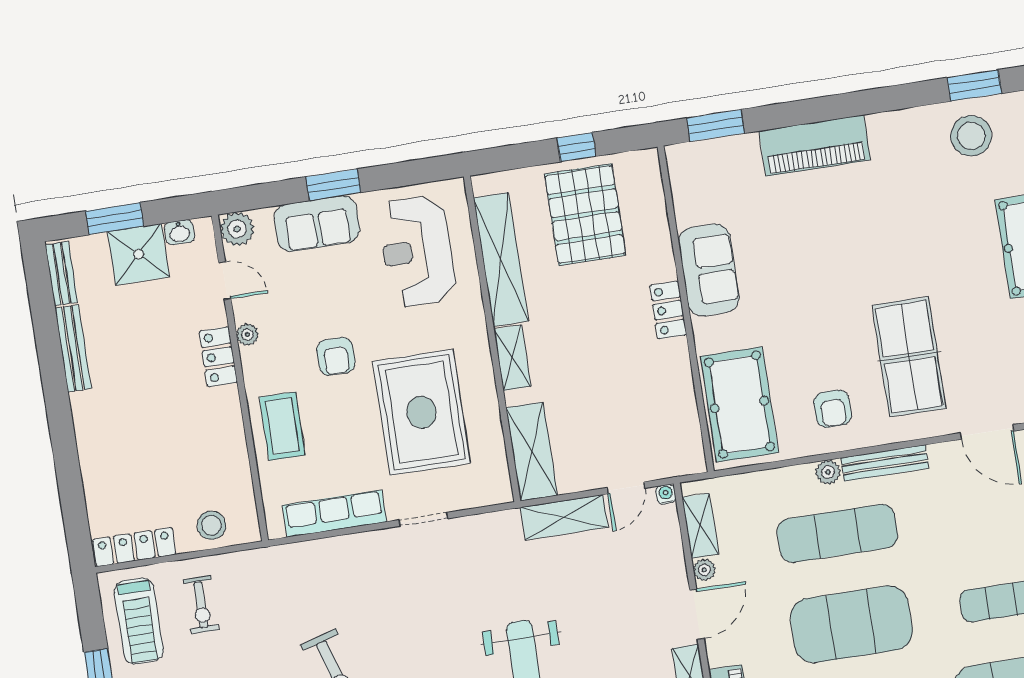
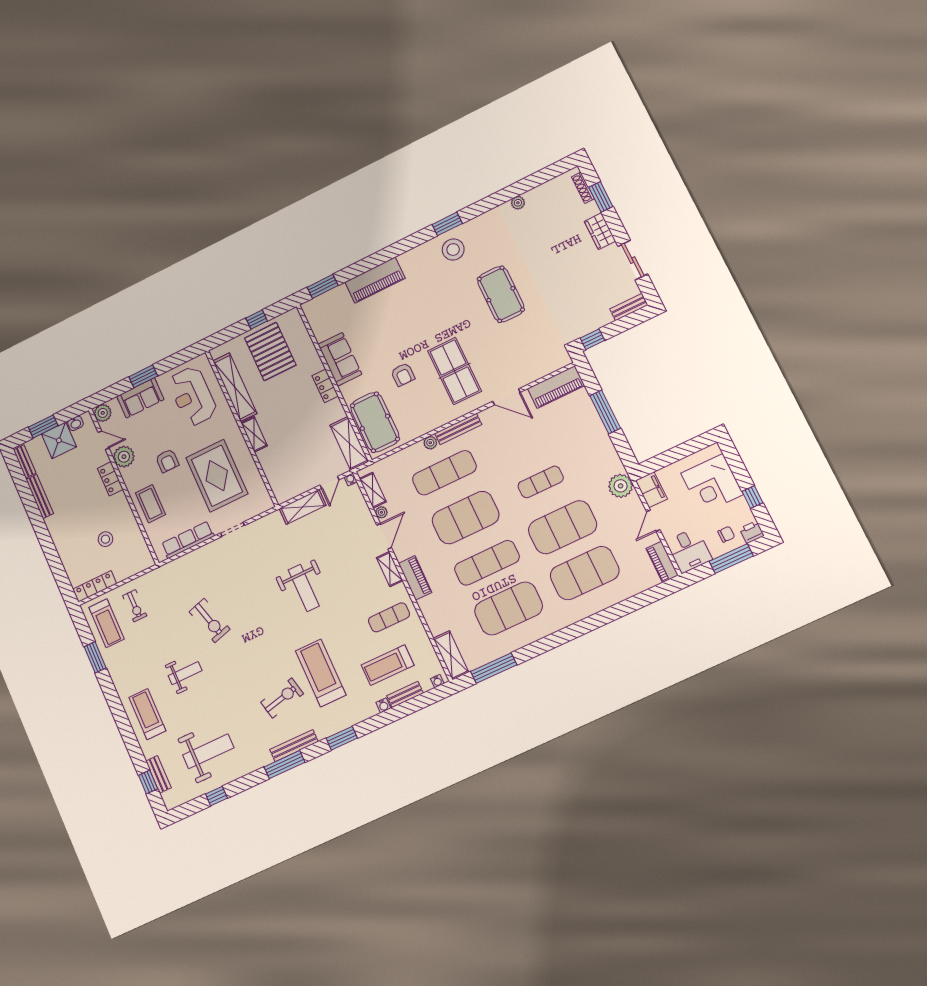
plant: (247, 335) -> (124, 457), width x1.87, depth x1.87
armchair: (833, 409) -> (403, 375), moved
shelving: (532, 452) -> (349, 443), moved
stool: (211, 525) -> (105, 539), moved

